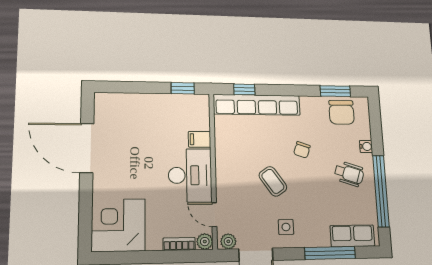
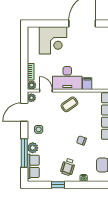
coffee table: (273, 181) -> (69, 104), moved
window: (381, 191) -> (58, 185), width x0.32
door: (214, 215) -> (46, 91), hinge flipped
corner desk: (118, 225) -> (53, 40), moved, turned 90
plant: (320, 237) -> (33, 148), added

